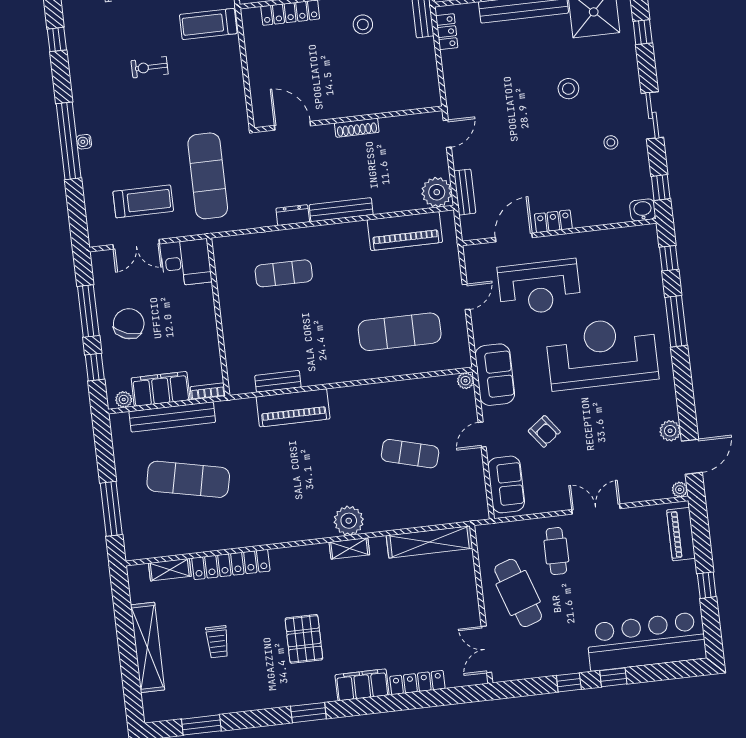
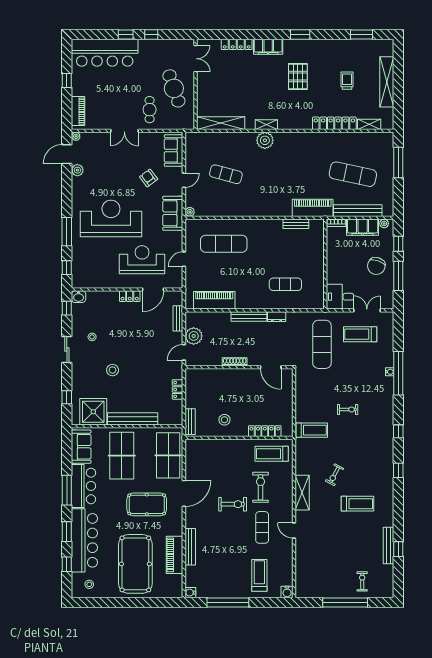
locker: (447, 32) -> (178, 389), moved
plant: (437, 192) -> (194, 336), moved
reception desk: (602, 353) -> (111, 218), turned 180
piano: (293, 408) -> (313, 208), moved

